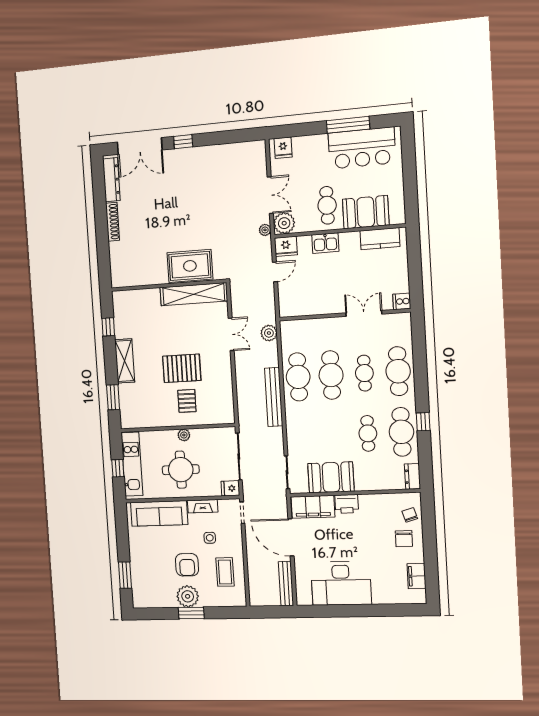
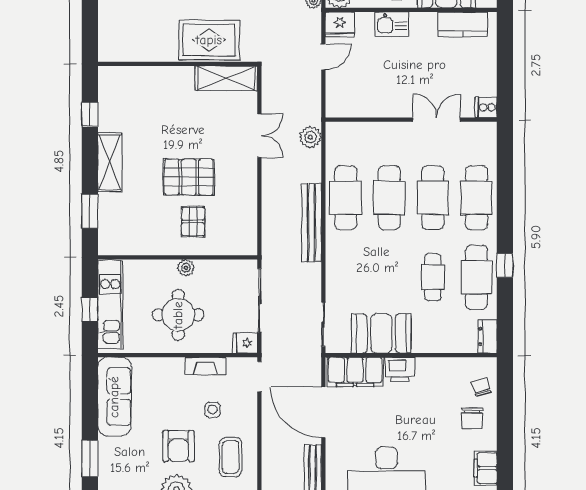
shelving: (194, 294) -> (226, 78), width x0.68
cafe table: (364, 373) -> (433, 198), width x1.37, depth x1.35
sofa: (159, 513) -> (114, 397), moved, turned -90

